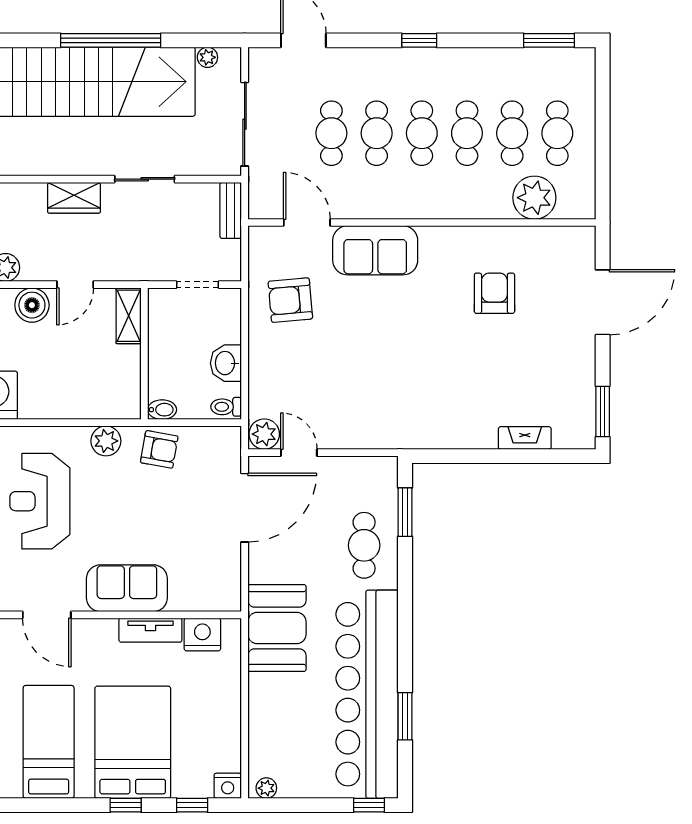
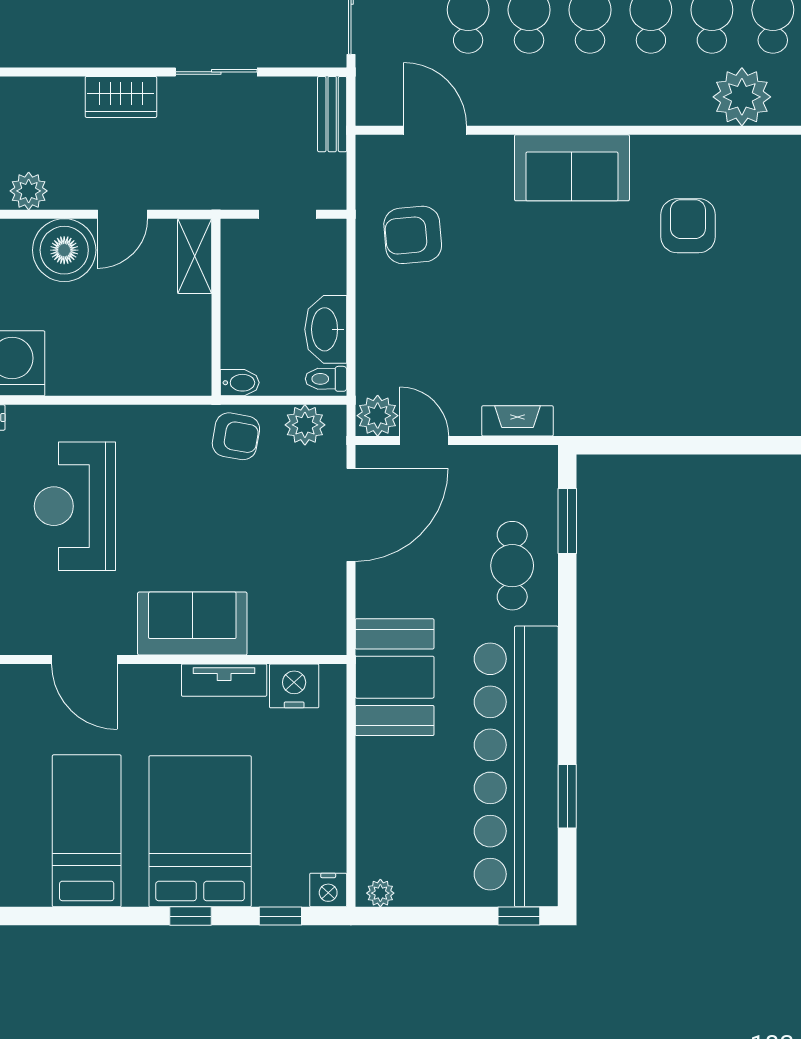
sofa: (375, 250) -> (572, 168), moved
boiler: (32, 305) -> (64, 250), width x1.37, depth x1.37
washbasin: (226, 363) -> (326, 329), width x1.38
fireplace: (525, 438) -> (517, 421), moved
plant: (106, 441) -> (305, 425), moved

